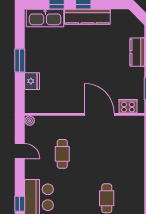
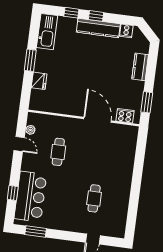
cooker: (118, 16) -> (126, 31), added
kitchen sink: (45, 18) -> (47, 32), moved, turned -90
plant: (30, 121) -> (30, 130), moved

